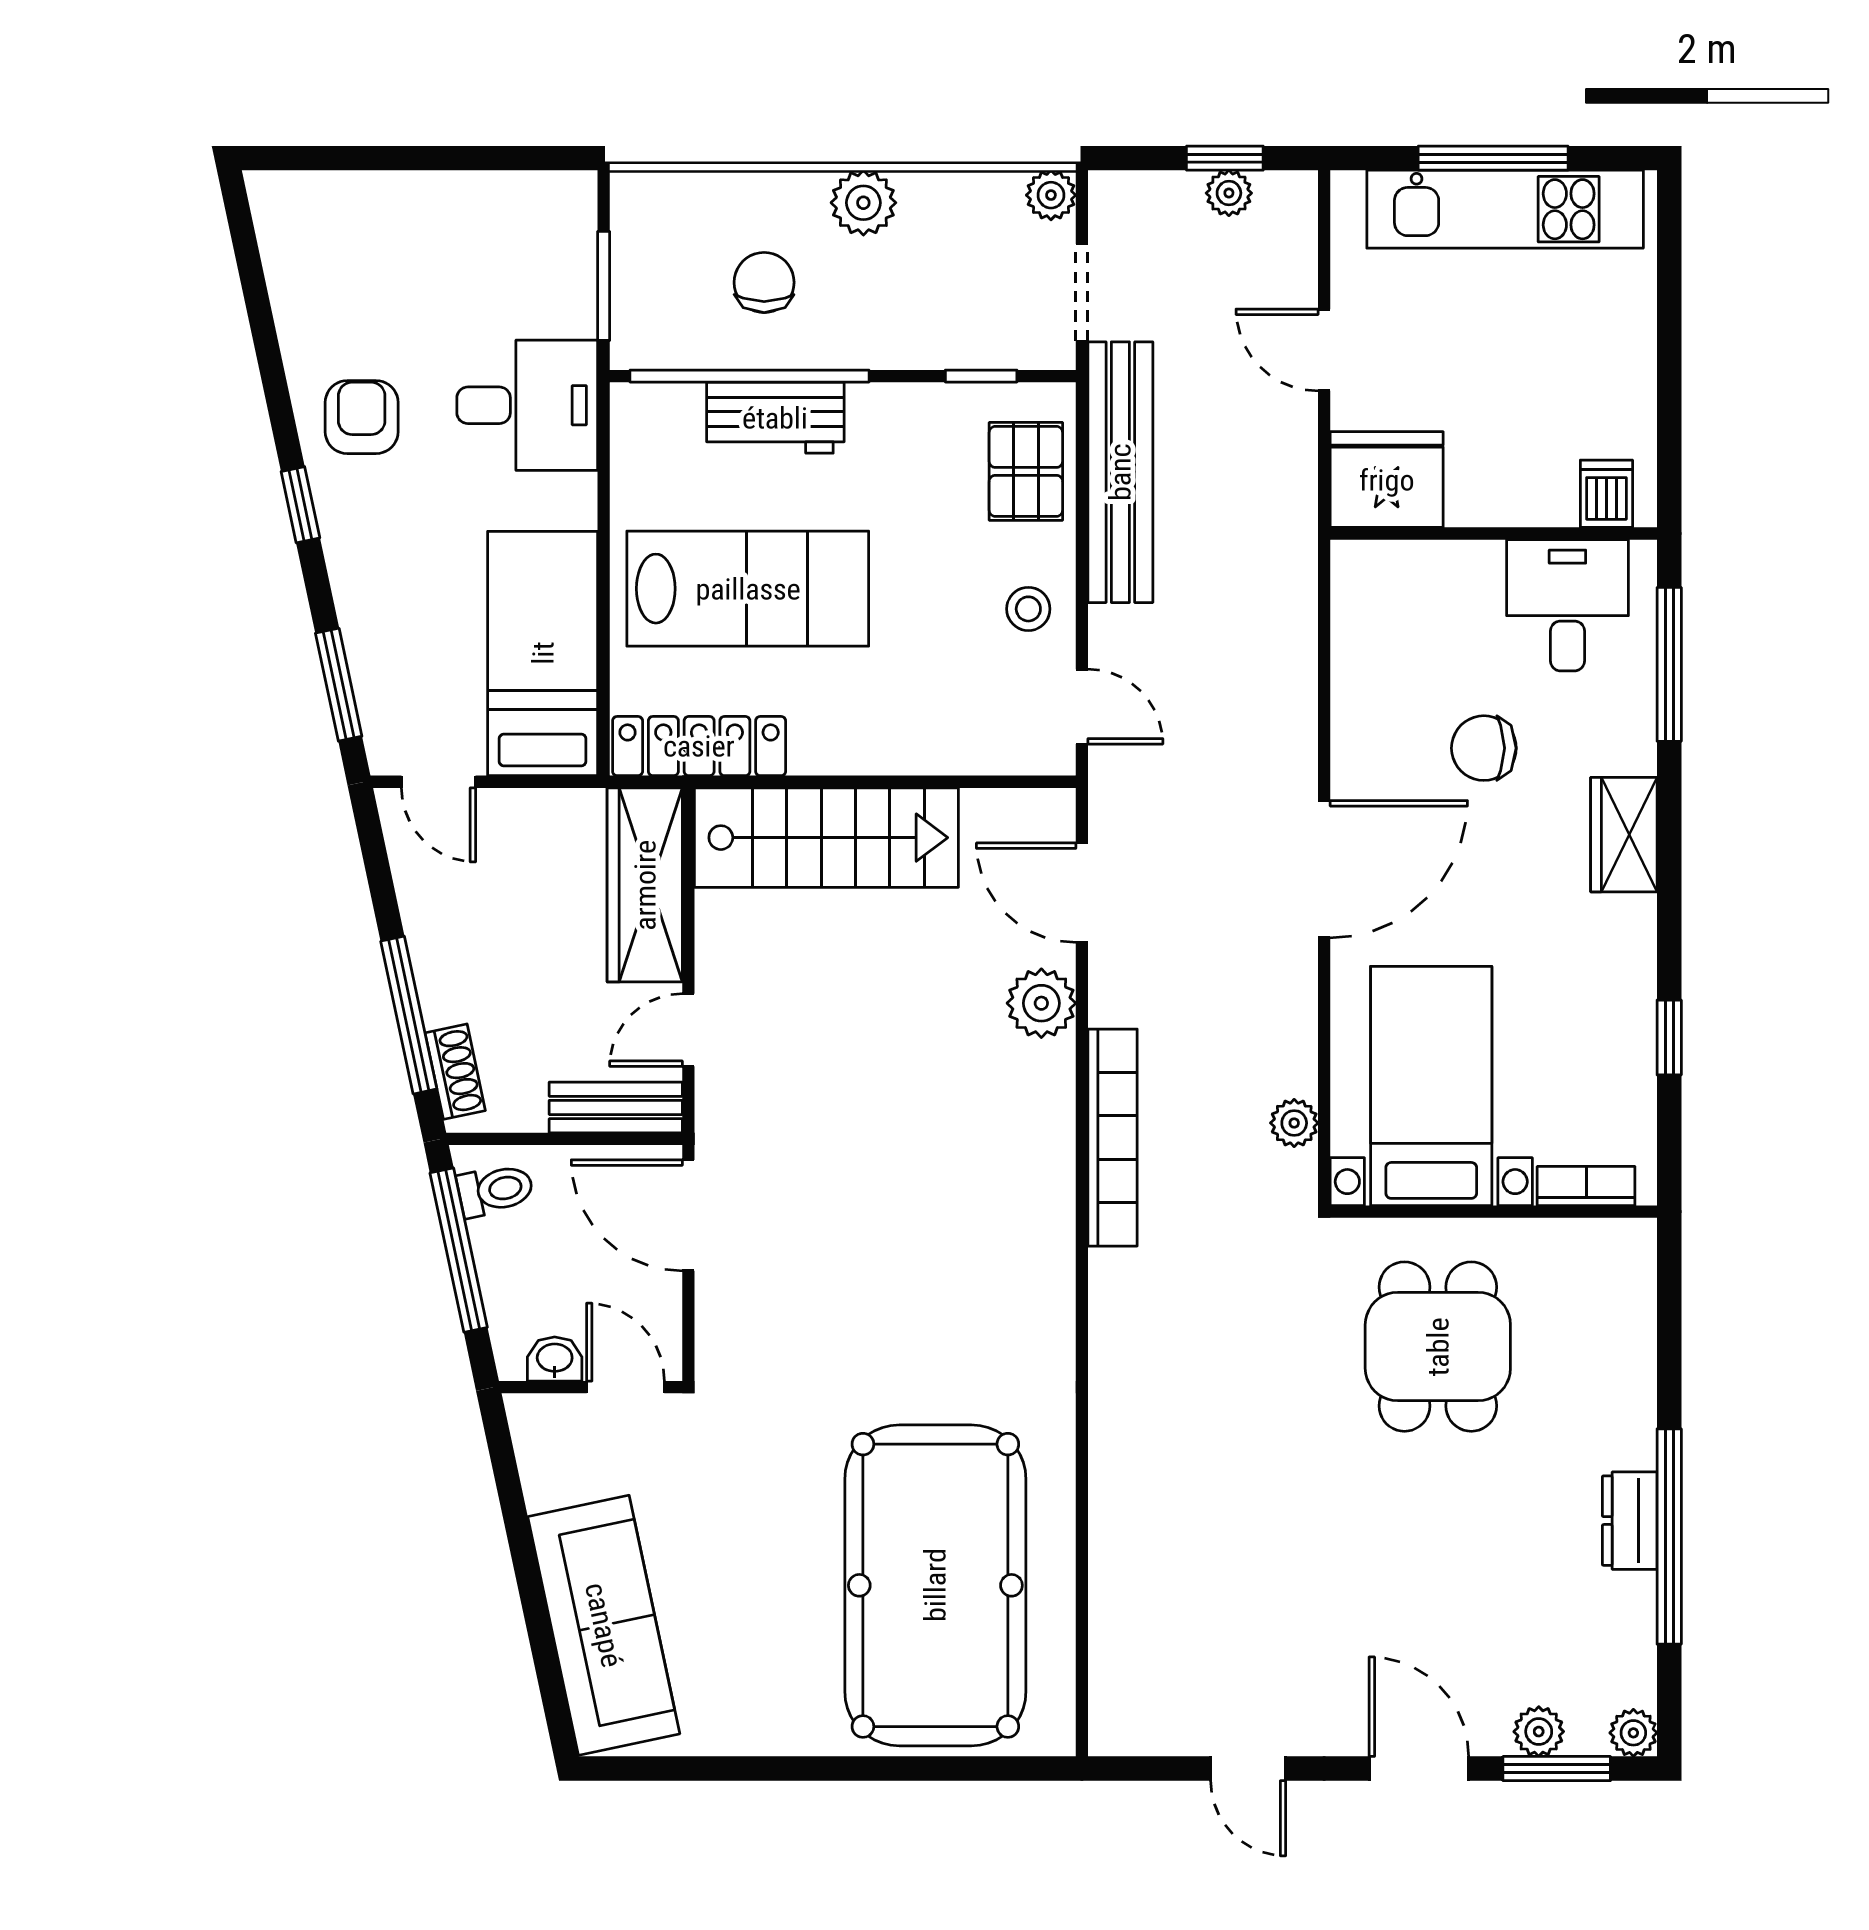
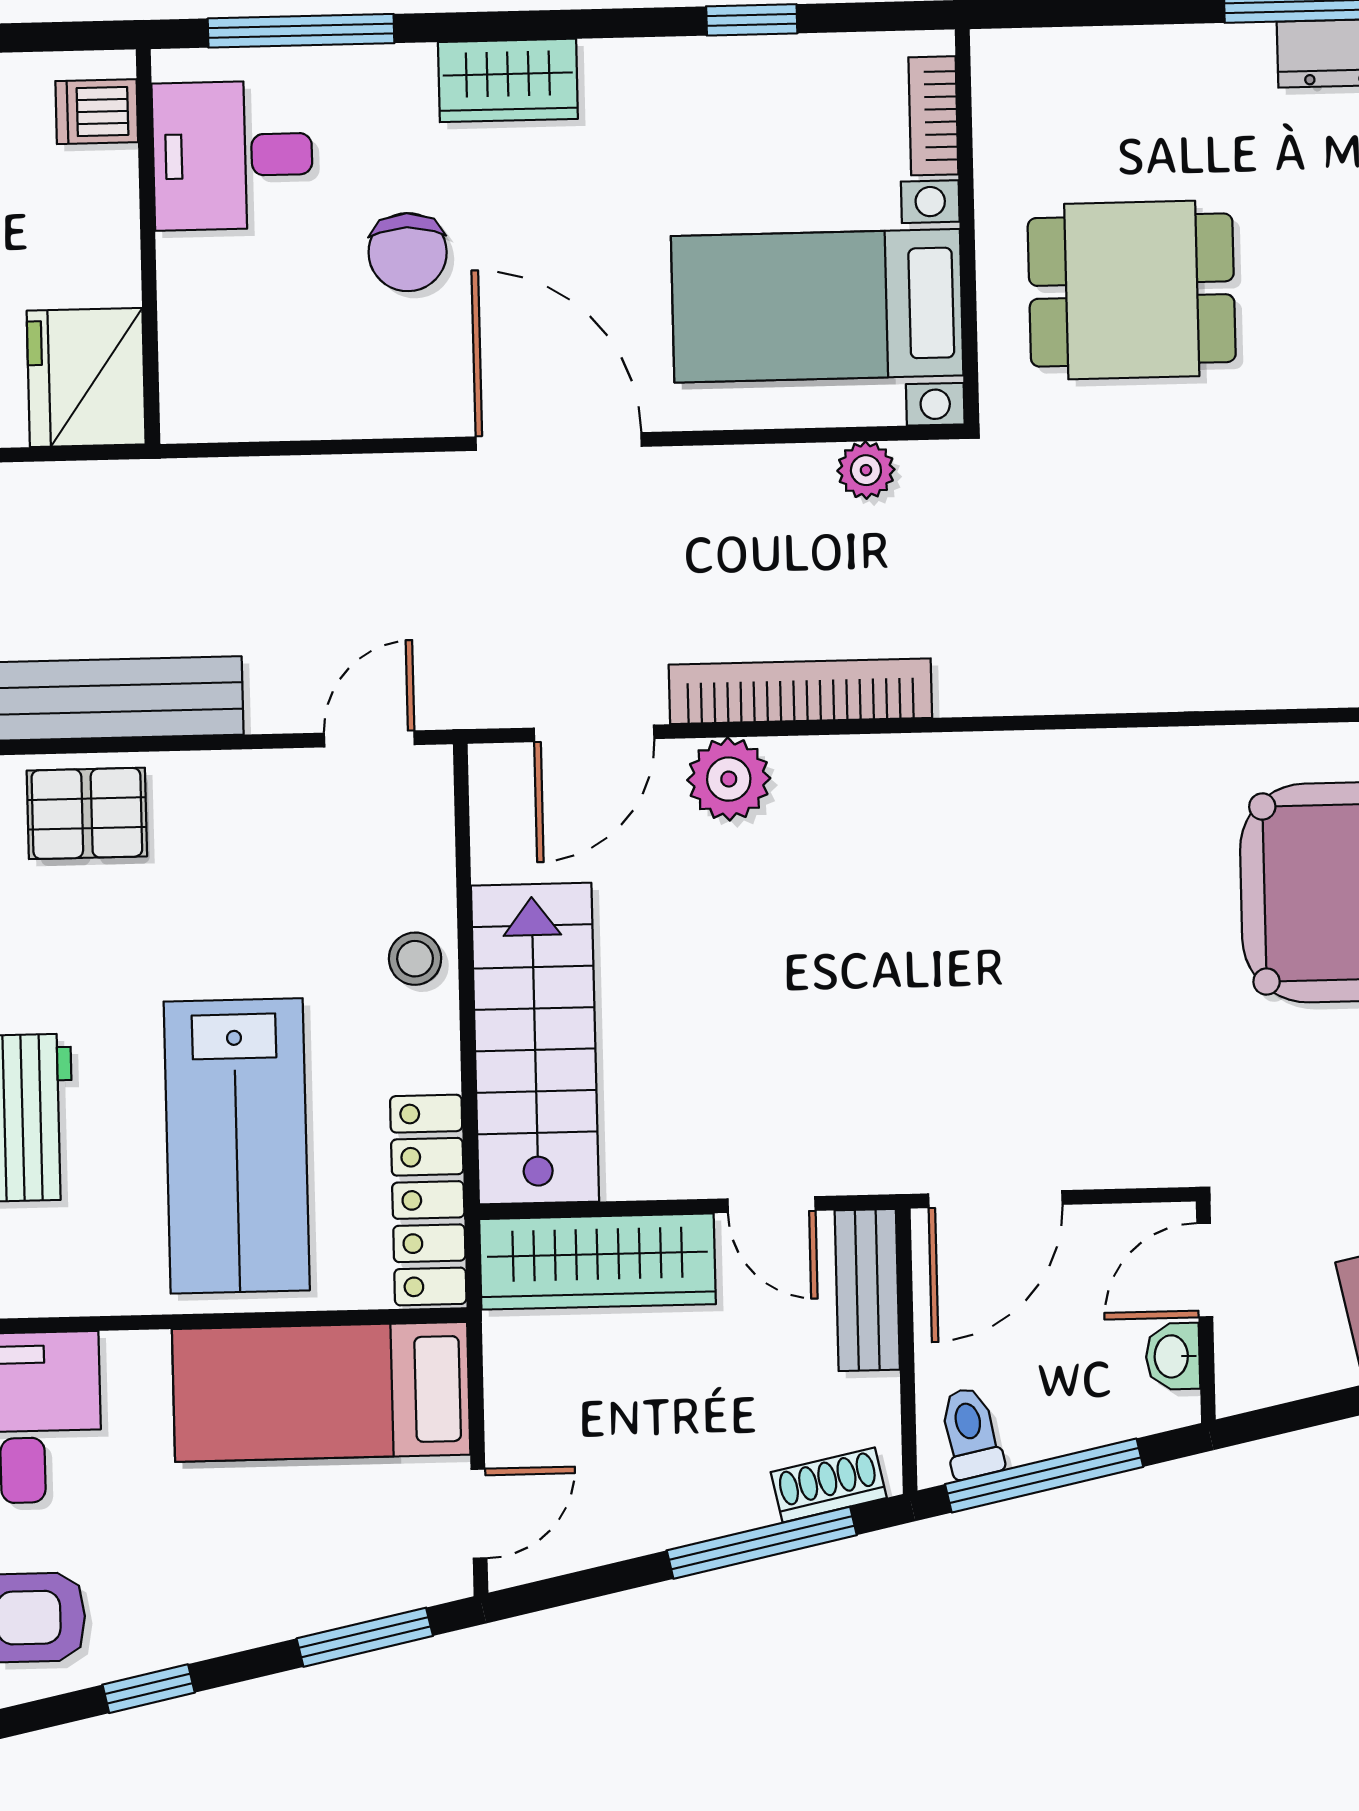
lab bench: (748, 589) -> (237, 1146), turned 180
stool: (1028, 609) -> (415, 959), moved
bookcase: (1113, 1138) -> (800, 691), moved

